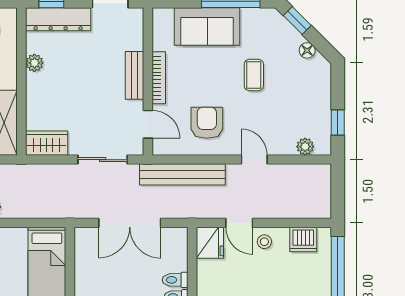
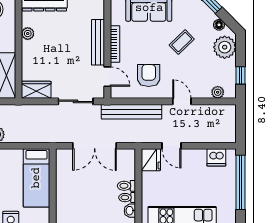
bench: (134, 75) -> (98, 42), width x1.36
coffee table: (254, 75) -> (182, 42), turned 46
plant: (315, 82) -> (225, 47), added
stool: (264, 242) -> (189, 159), removed

